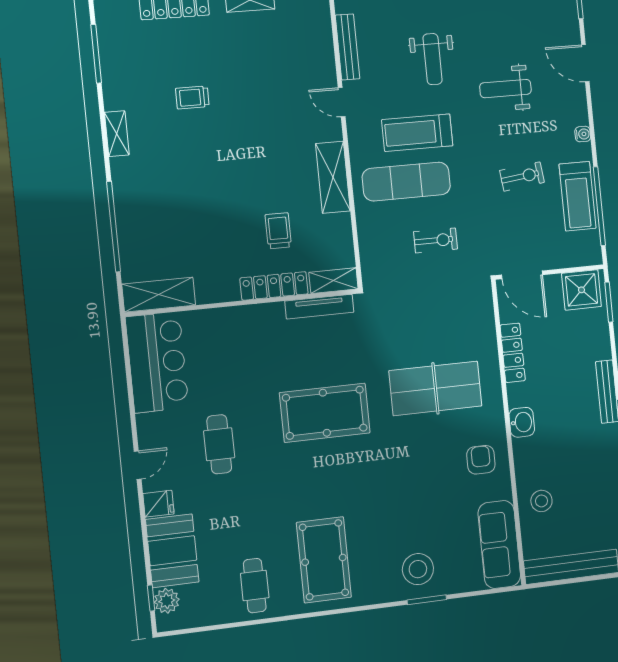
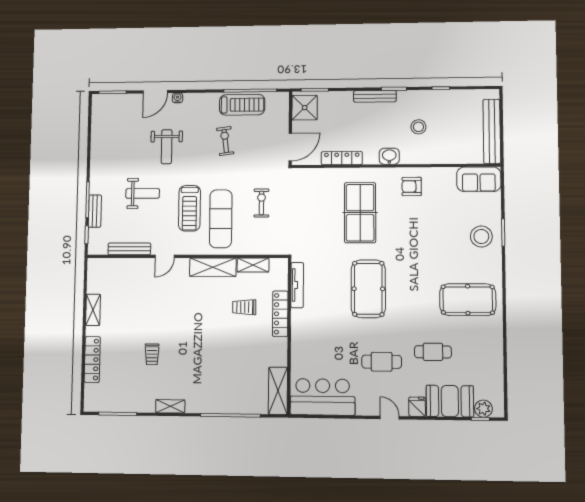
water cooler: (583, 134) -> (178, 98), moved
shelving: (334, 281) -> (253, 265), moved, turned 90
stool: (541, 501) -> (418, 127), moved
sofa: (499, 544) -> (479, 179), width x0.73
cafe table: (255, 586) -> (433, 352), moved

